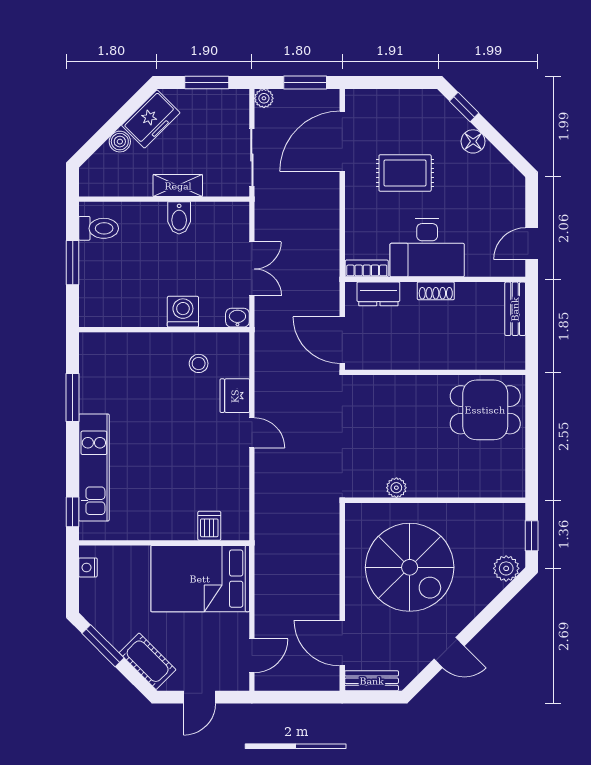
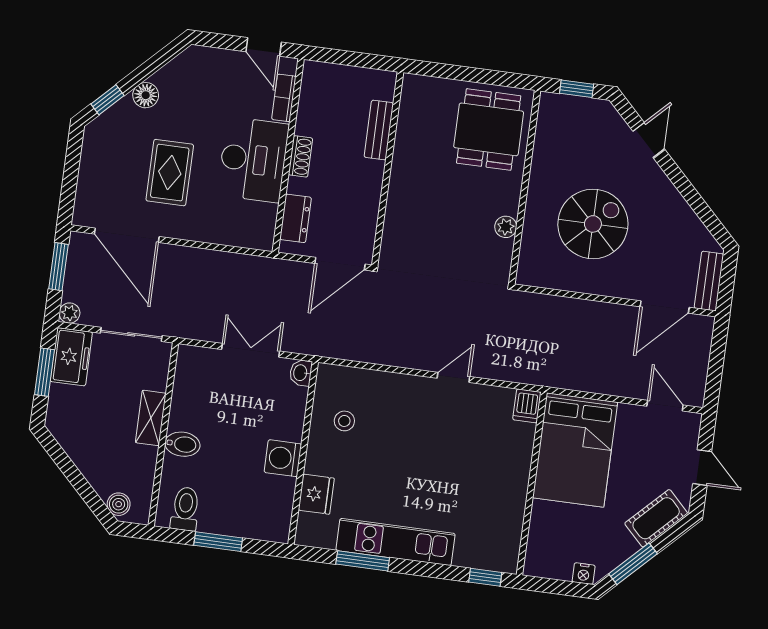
freezer: (151, 119) -> (71, 357), moved, turned 45
boiler: (120, 142) -> (119, 504), moved
bidet: (179, 218) -> (182, 444), moved
bookcase: (367, 268) -> (284, 98), moved
bench: (515, 309) -> (379, 130), moved, turned 90
washing machine: (183, 312) -> (283, 458), moved
fridge: (235, 396) -> (316, 494), moved, turned -90
dining table: (485, 410) -> (489, 129), moved
door: (252, 433) -> (453, 377), moved
kitchen unit: (94, 467) -> (396, 542), moved
dishwasher: (209, 526) -> (527, 406), moved, turned -90
nightstand: (88, 567) -> (584, 574), moved
spiral stairs: (410, 567) -> (593, 224), width x0.73, depth x0.73
plant: (506, 568) -> (608, 121), removed
door: (449, 652) -> (649, 140), moved

